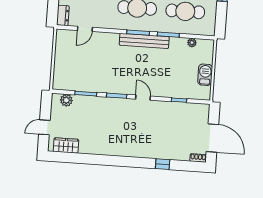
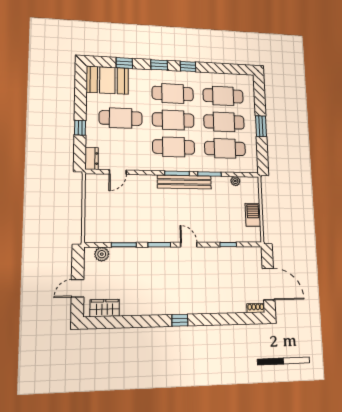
window: (163, 164) -> (180, 320), moved

